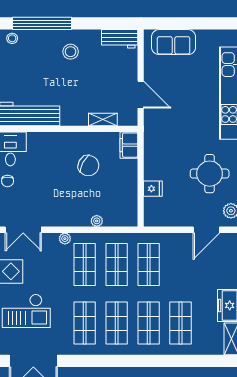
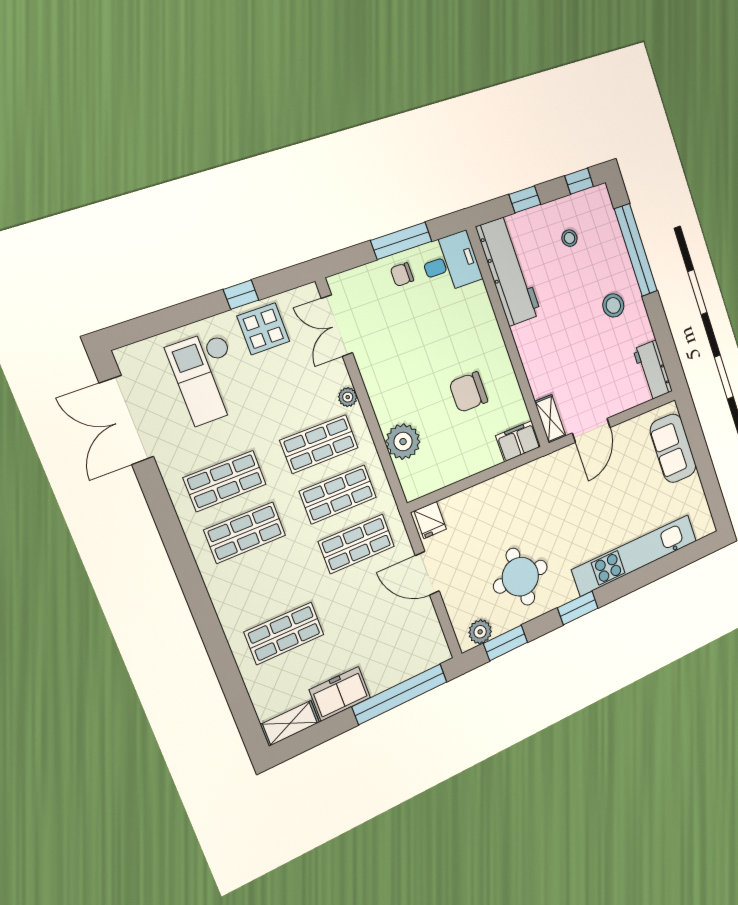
stool: (12, 38) -> (569, 238), moved
shelving: (103, 119) -> (550, 419), moved
chair: (88, 166) -> (468, 392), turned 62
fridge: (153, 189) -> (430, 520), moved
plant: (97, 221) -> (403, 442), width x1.88, depth x1.88
door: (206, 230) -> (427, 573), moved
shop shelf: (149, 323) -> (265, 583), removed

